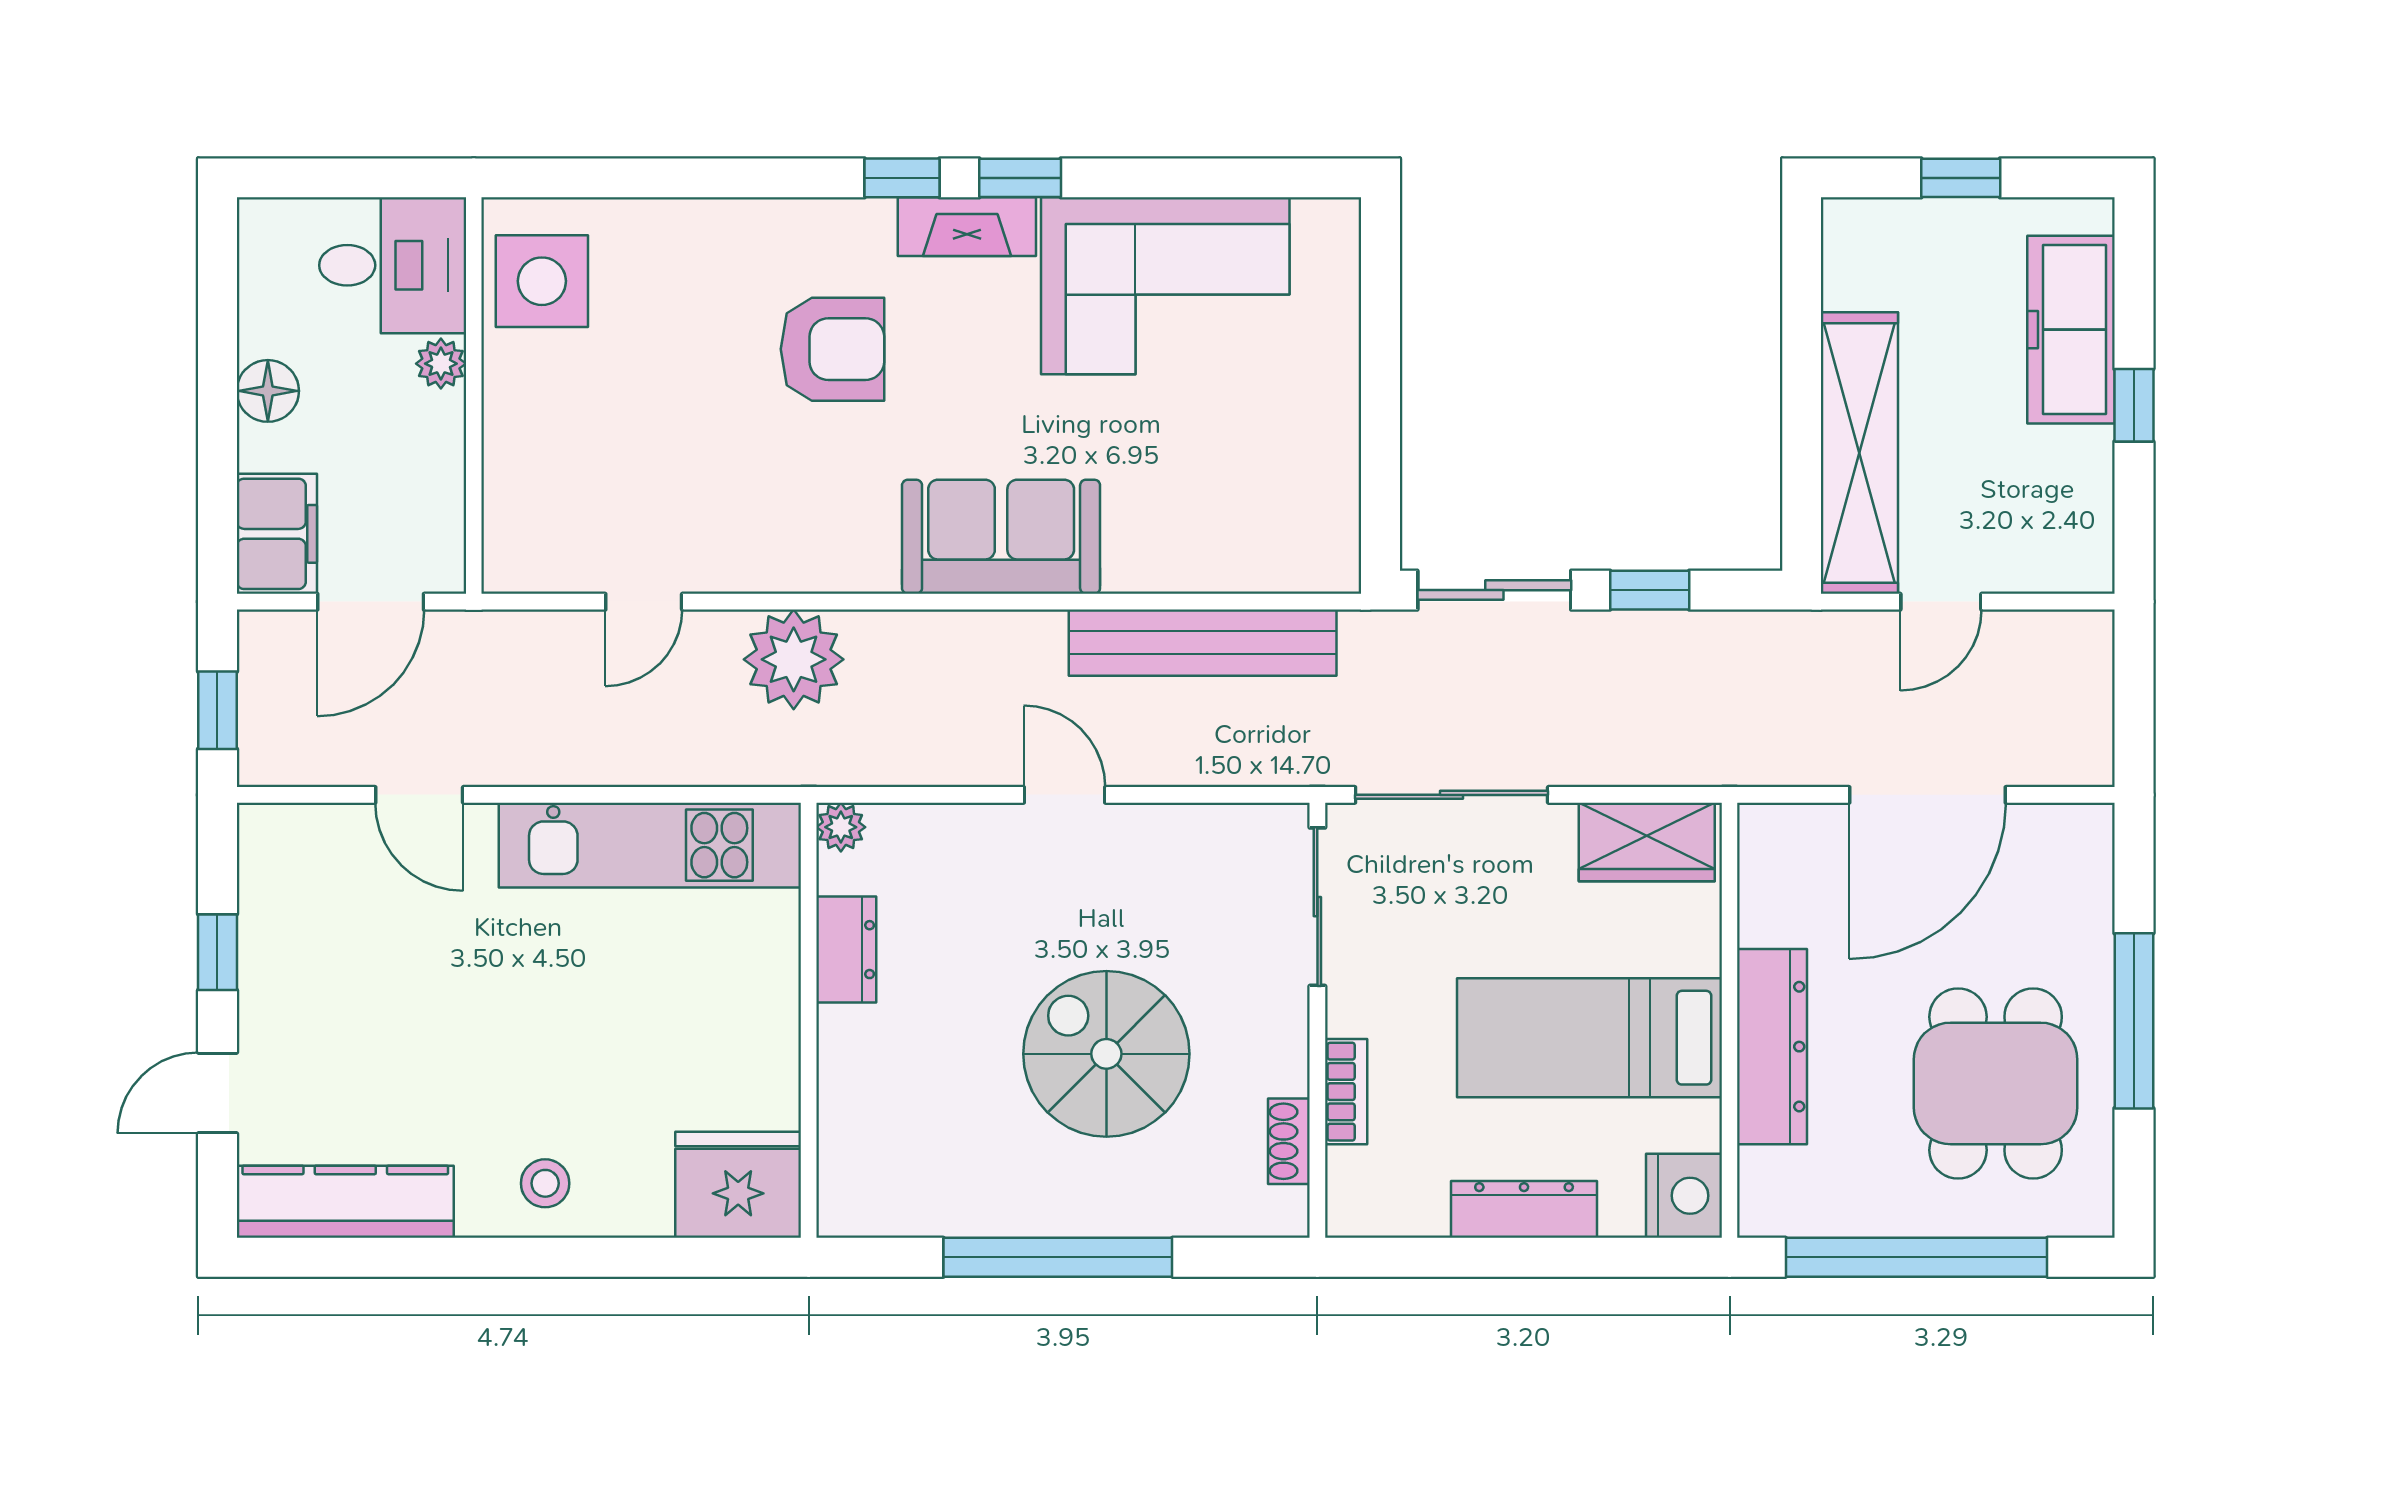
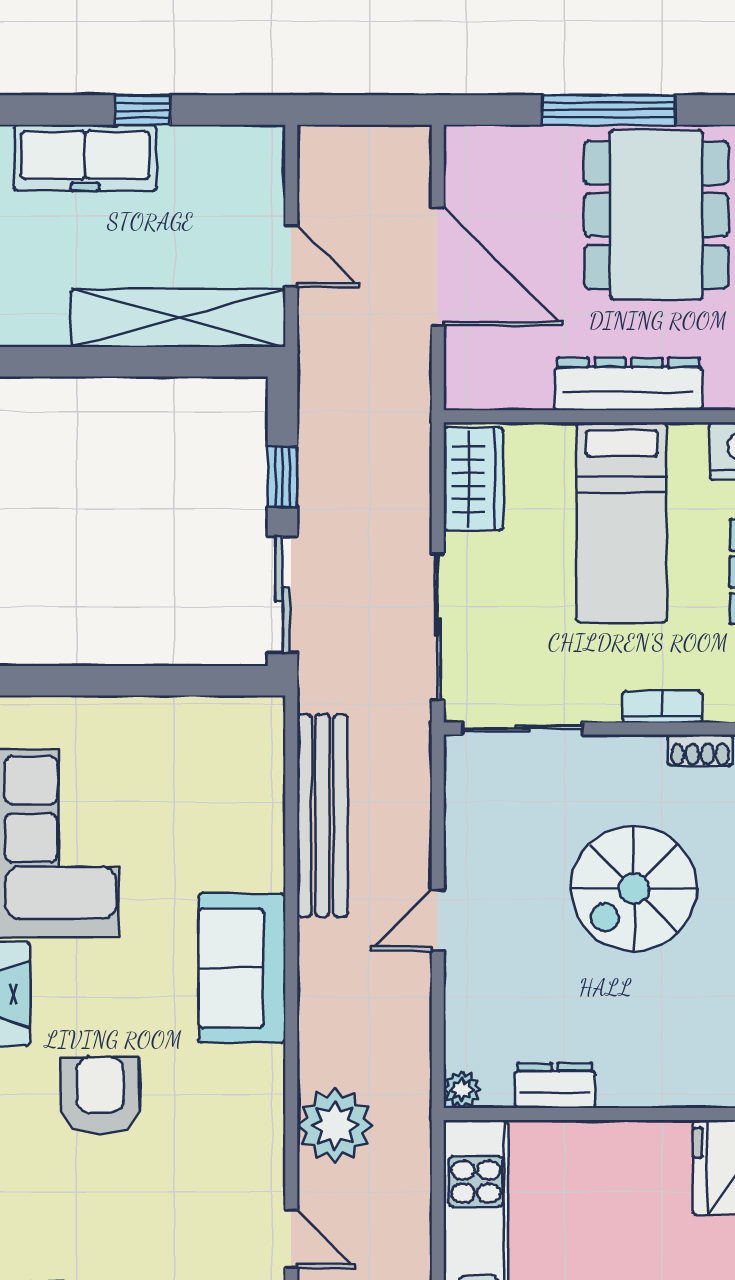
dining table: (1996, 1083) -> (656, 215), width x1.37

